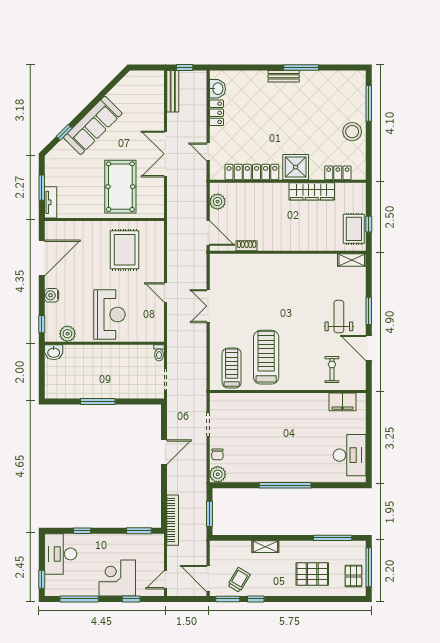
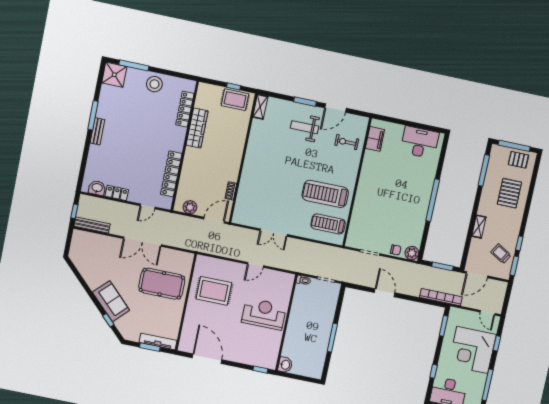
sofa: (93, 125) -> (111, 301), width x0.73
shower: (296, 167) -> (114, 75), moved
locker: (338, 173) -> (185, 109), width x1.53
tv unit: (51, 202) -> (158, 341), width x1.41
water cooler: (52, 295) -> (239, 357), removed
plant: (67, 334) -> (272, 351), removed
corner desk: (117, 578) -> (472, 350), width x1.36, depth x1.36
door: (208, 579) -> (477, 275), moved

